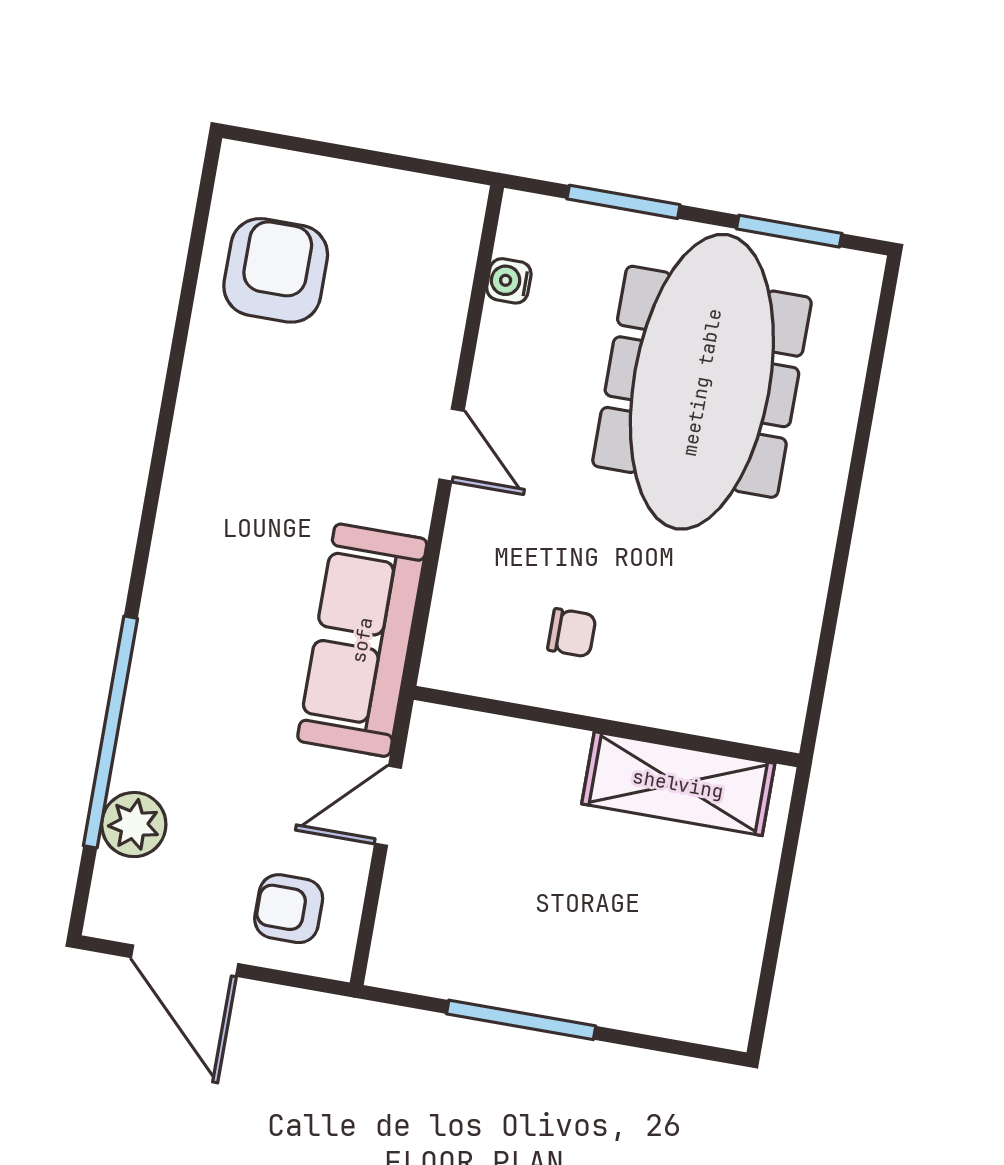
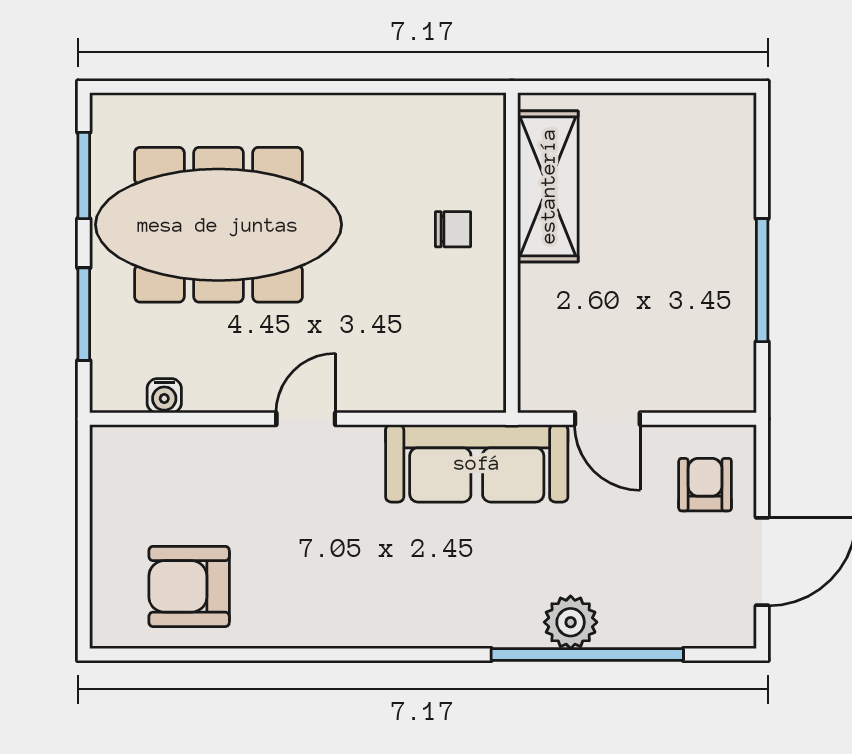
chair: (572, 633) -> (453, 229), moved, turned 90
plant: (134, 825) -> (571, 622), moved
armchair: (289, 909) -> (705, 485), turned 180

